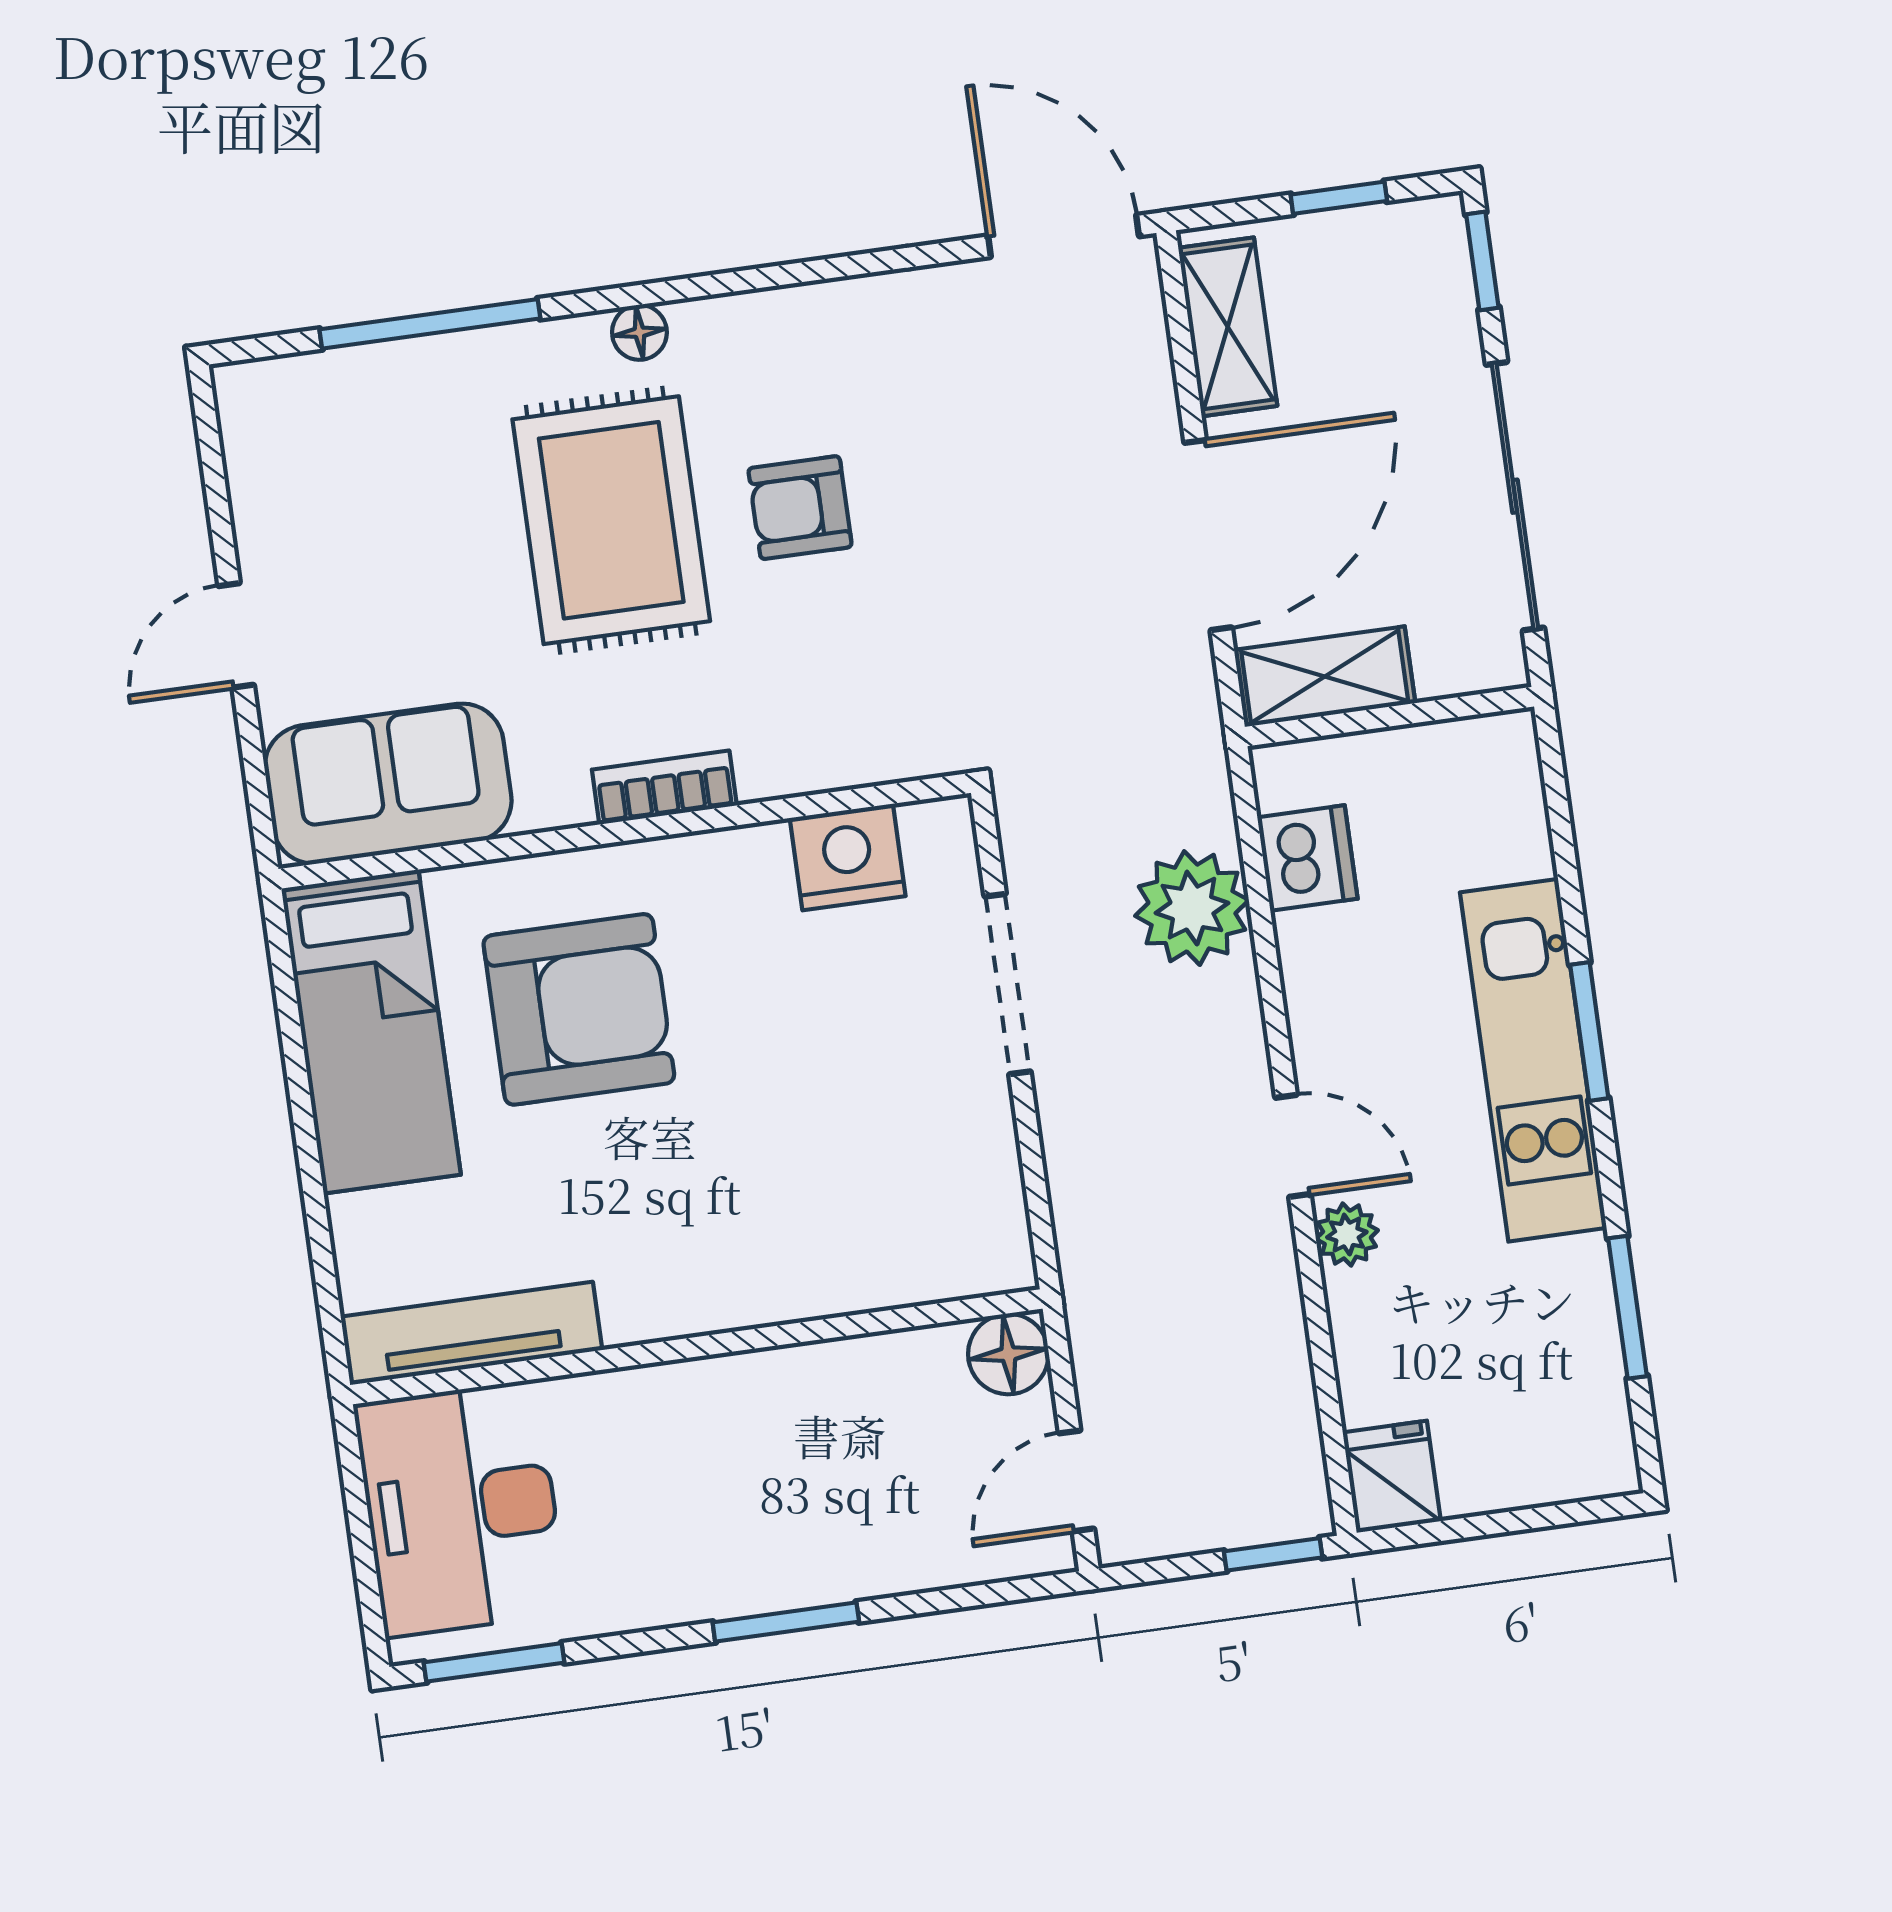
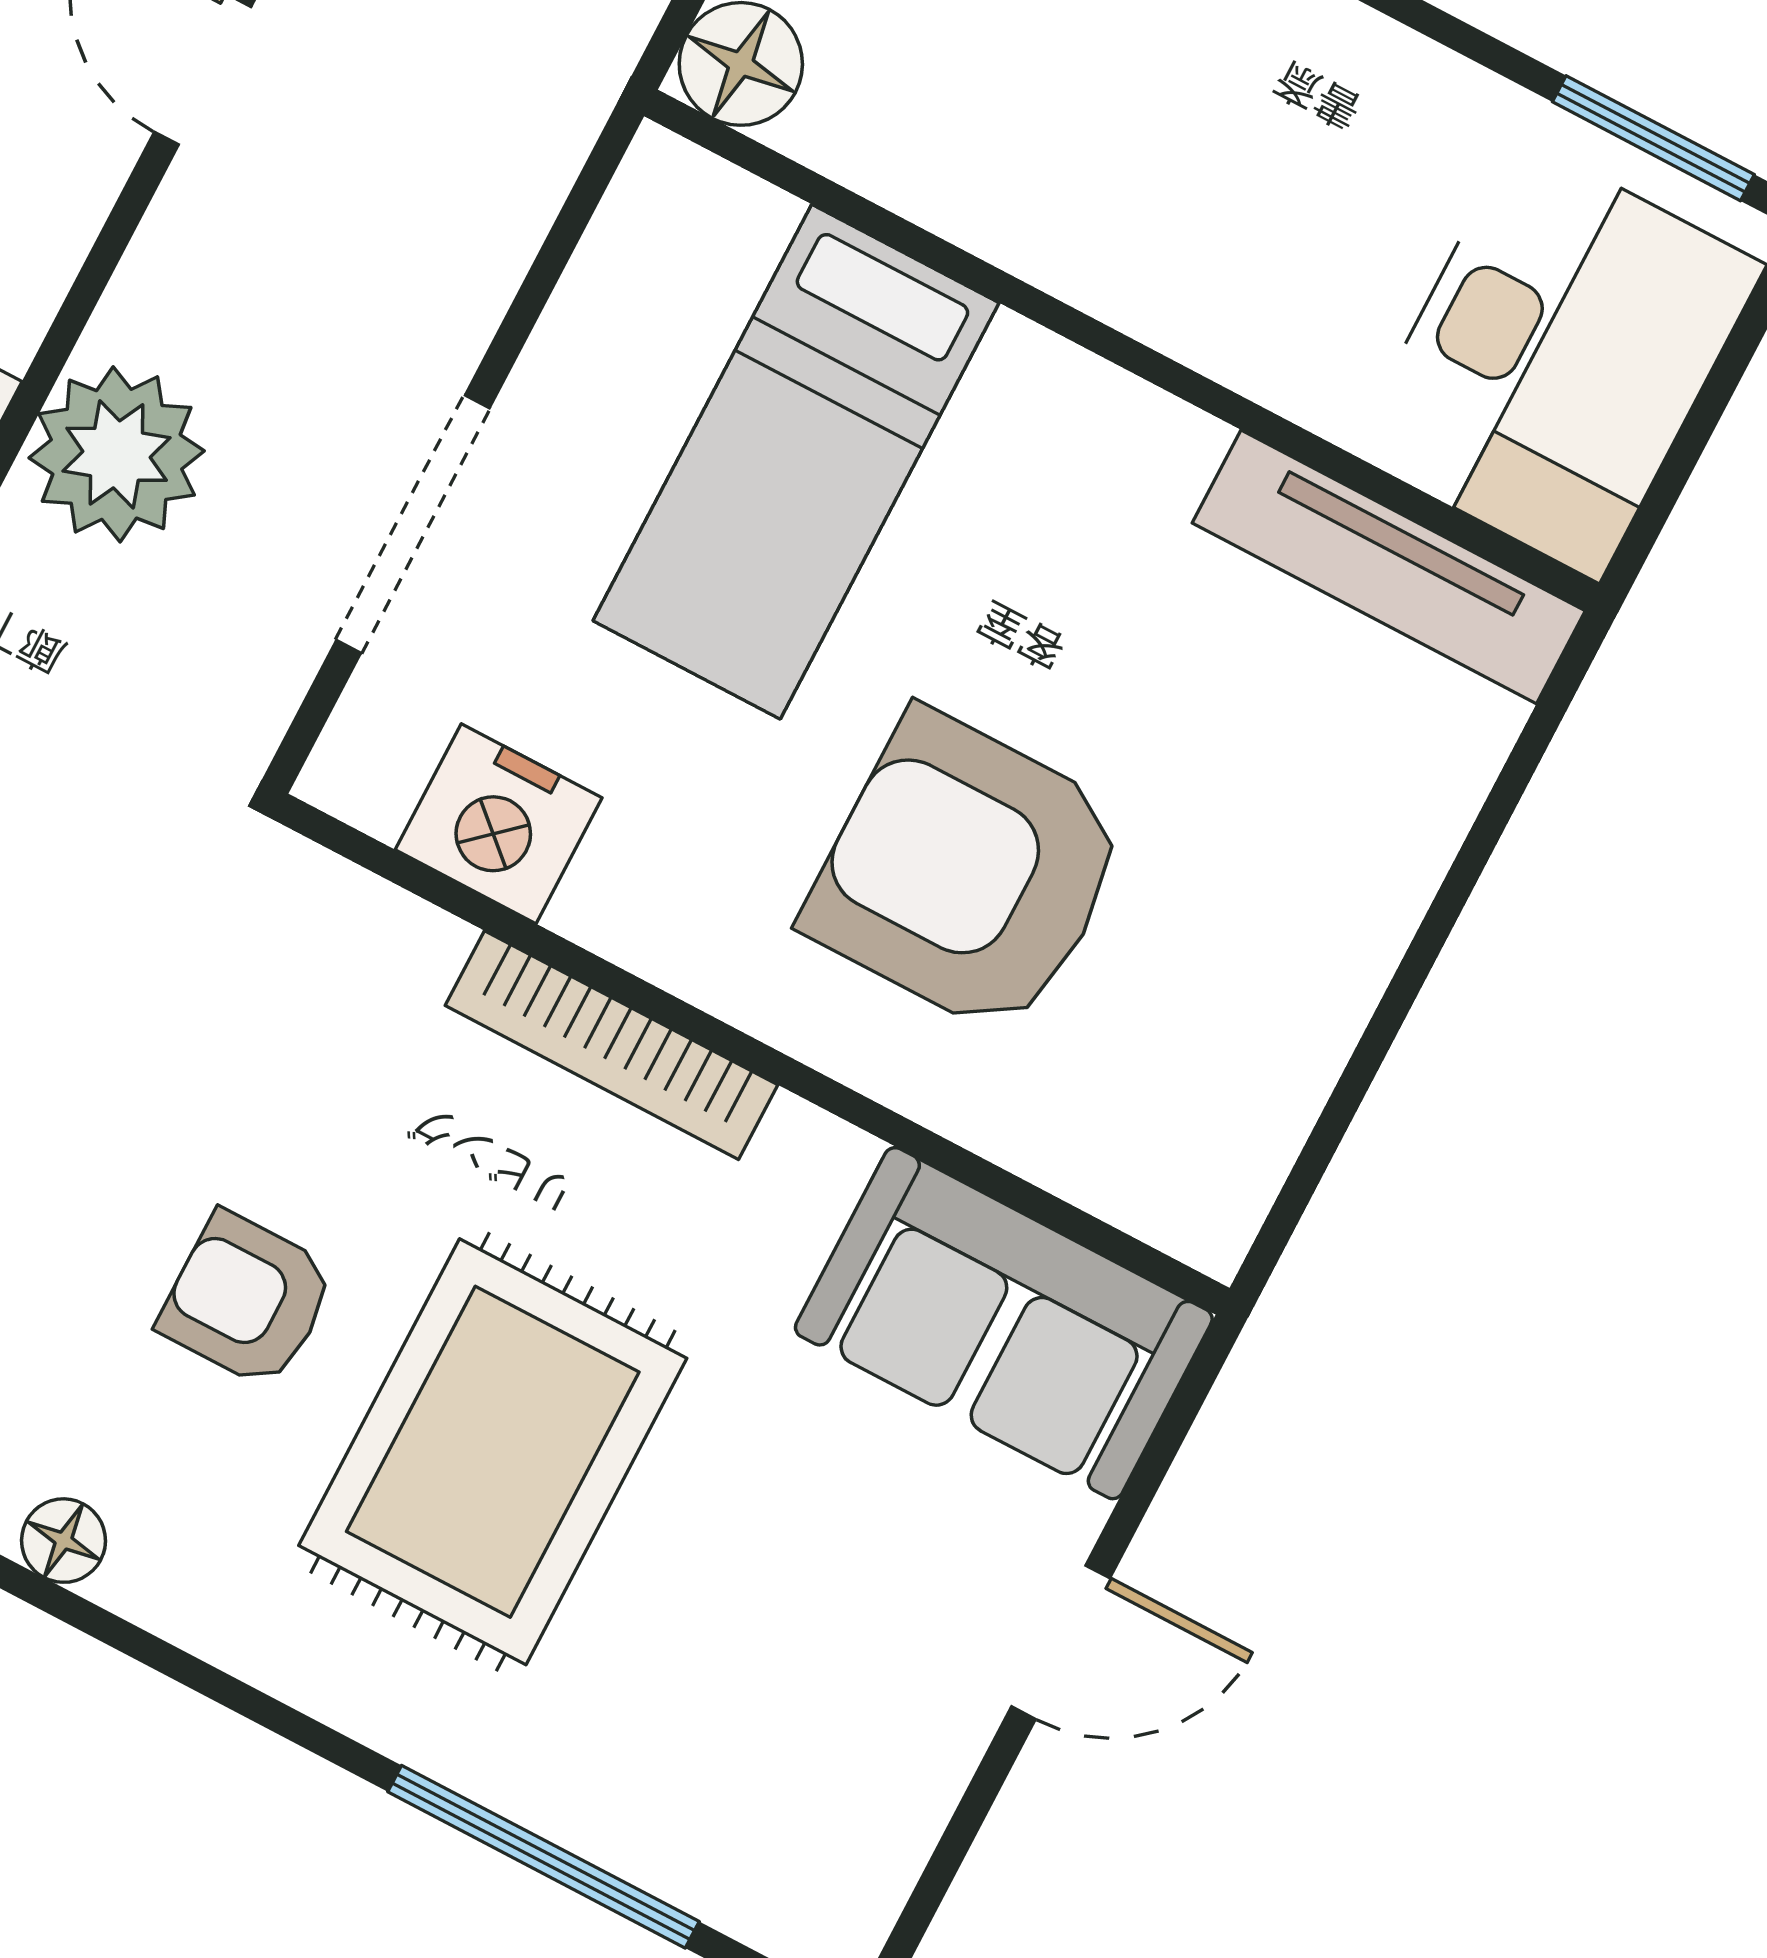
floor lamp: (639, 332) -> (64, 1541), moved
armchair: (800, 508) -> (247, 1300), turned 180
bookcase: (664, 788) -> (611, 1045), width x1.56
bed: (371, 1032) -> (796, 462), moved, turned 180

